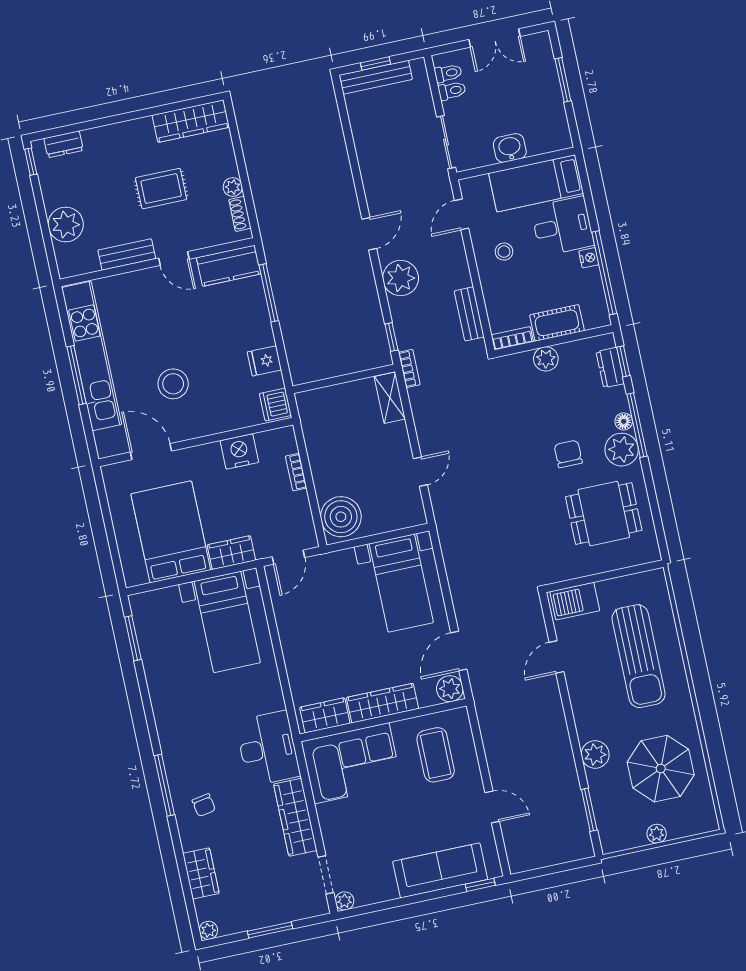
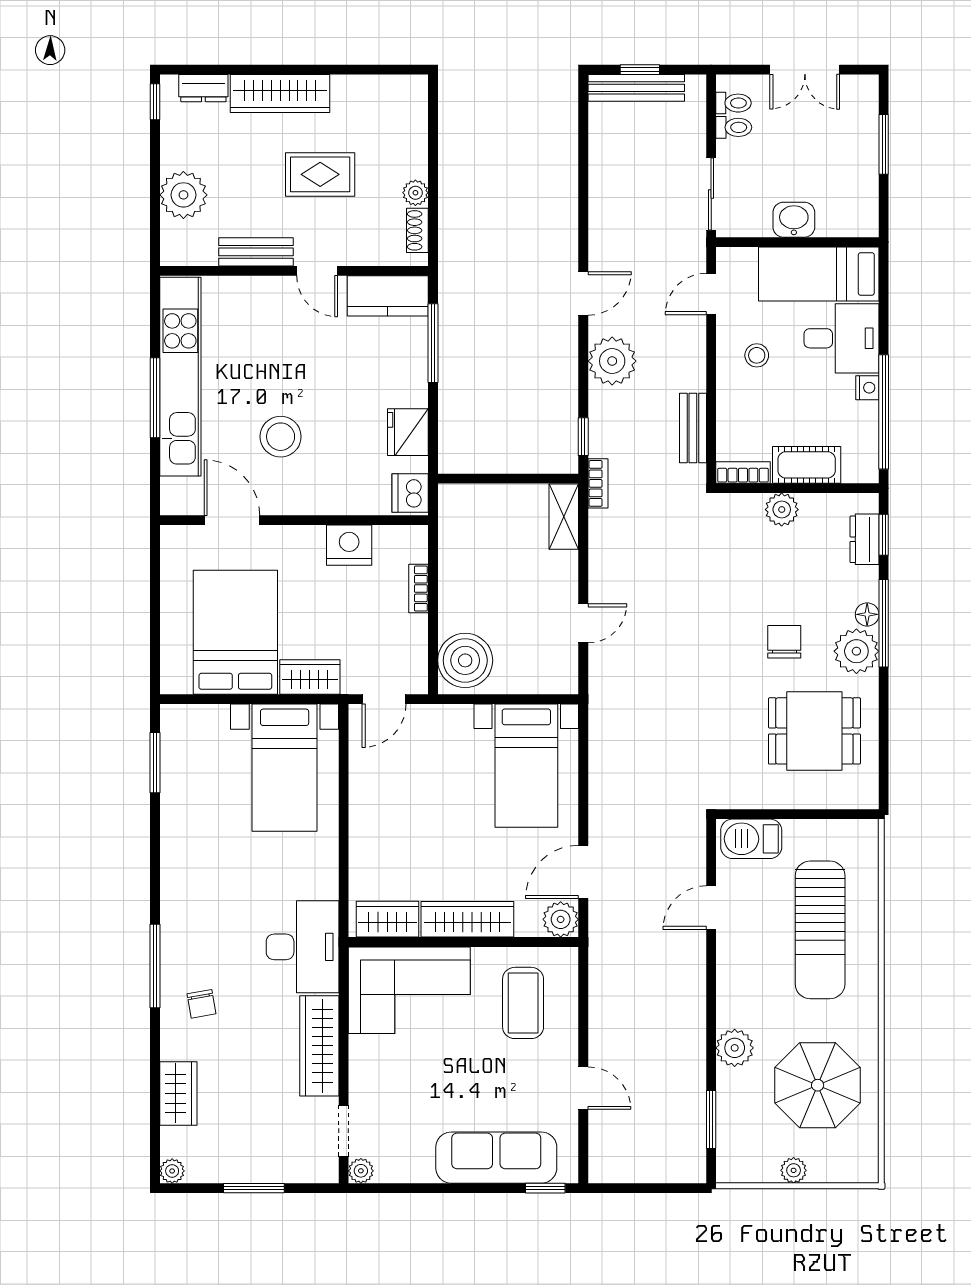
wardrobe: (191, 121) -> (280, 94), moved
fridge: (264, 361) -> (408, 432), width x1.38

